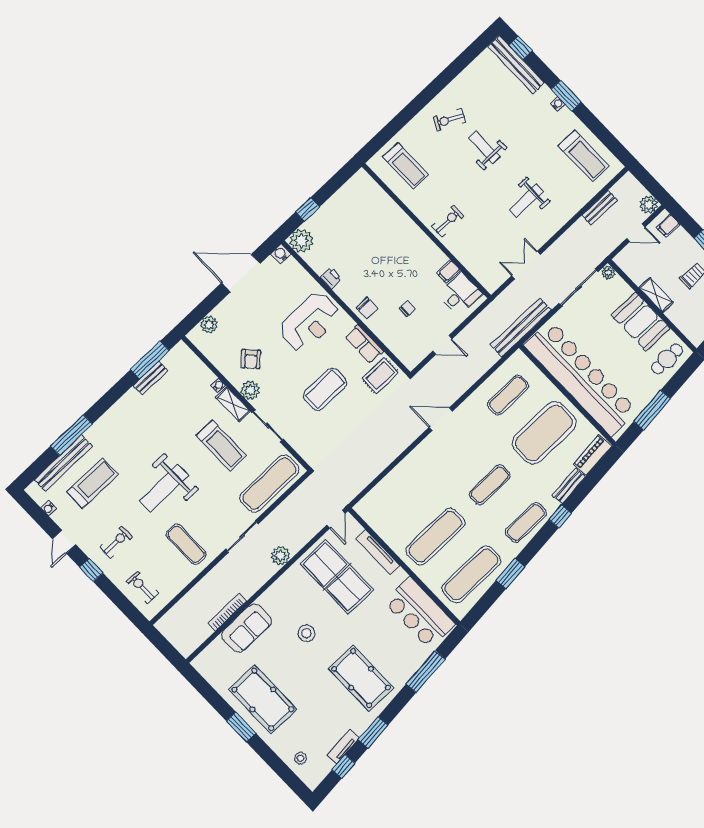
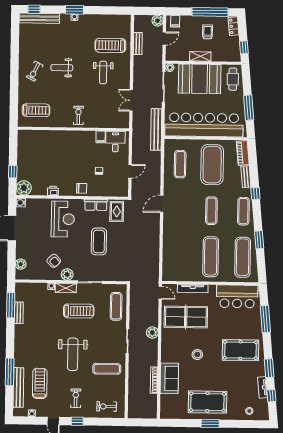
treadmill: (584, 156) -> (110, 45), moved, turned 180
booth: (641, 322) -> (200, 79), width x1.36, depth x1.42
exercise mat: (269, 484) -> (116, 306), width x0.73, depth x0.69

